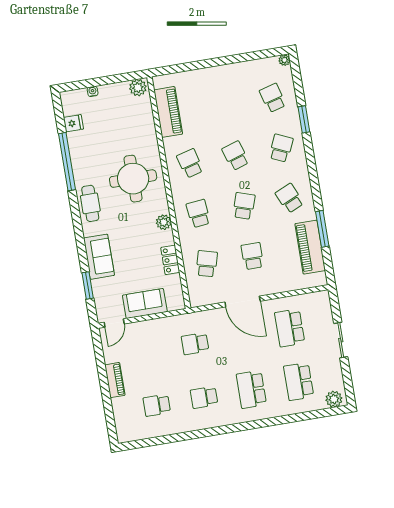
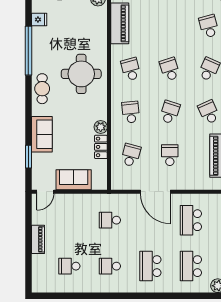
plant: (164, 222) -> (101, 127), moved

